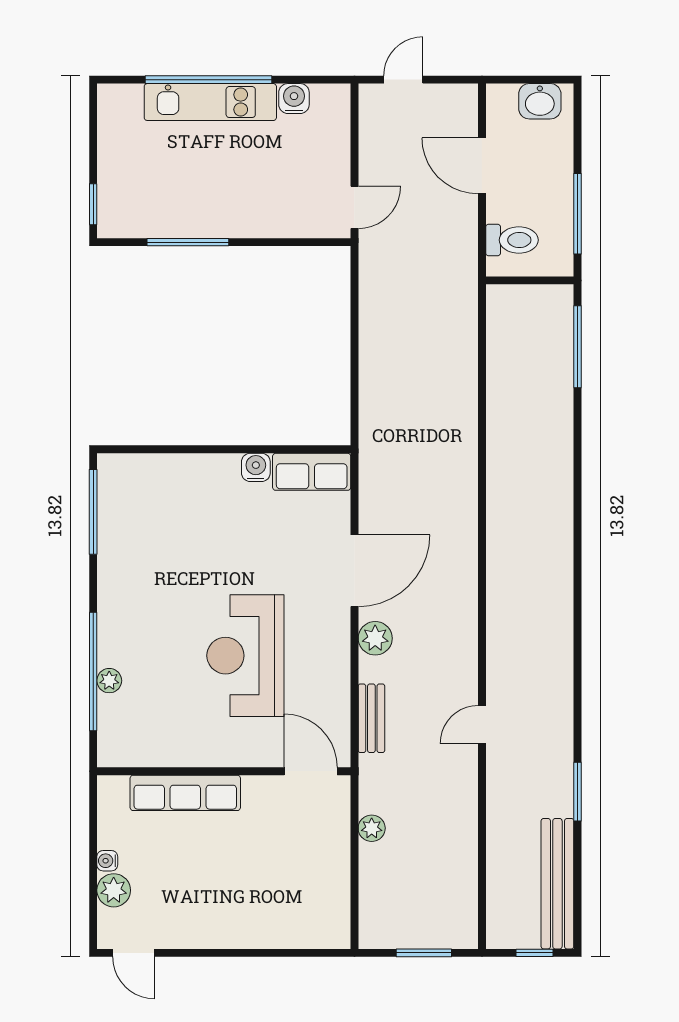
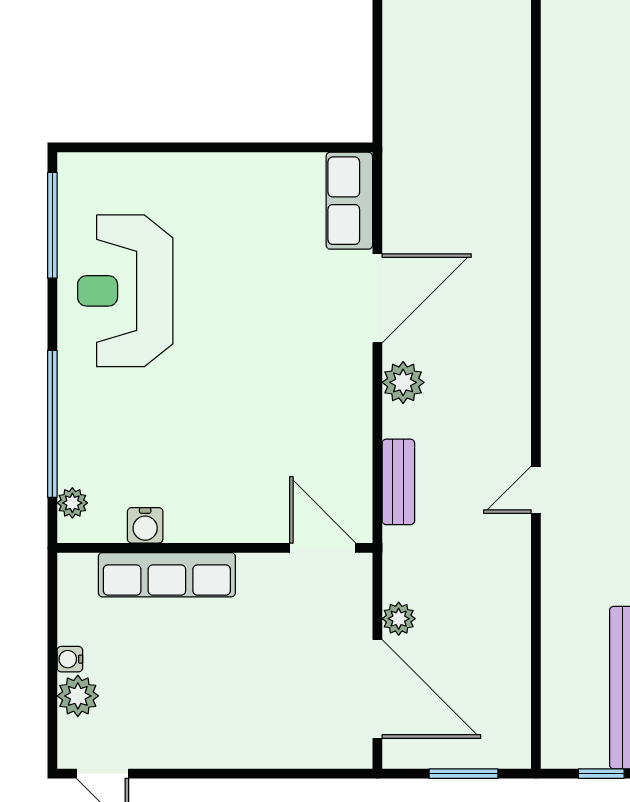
water cooler: (256, 467) -> (145, 525), moved, turned 180
row of seats: (312, 472) -> (349, 201), moved, turned 90
reception desk: (245, 656) -> (125, 291), moved
plant: (109, 681) -> (72, 503), moved
door: (354, 885) -> (377, 689), added

